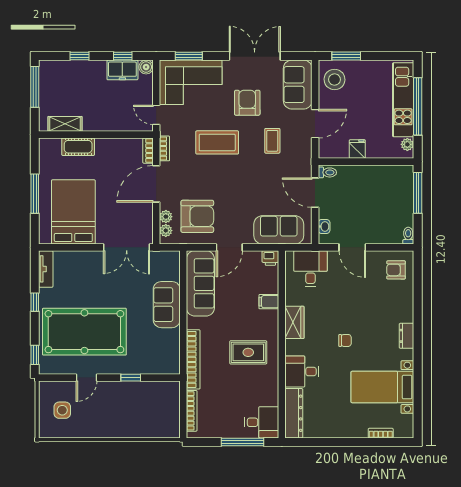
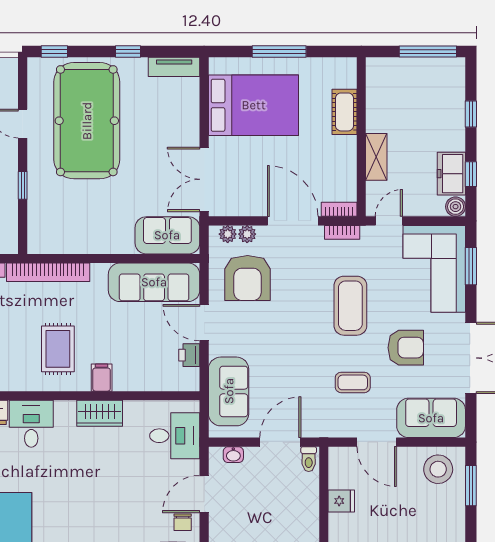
shelving: (65, 124) -> (376, 157), moved
printer: (270, 258) -> (189, 355), moved
filing cabinet: (269, 302) -> (102, 378), moved
sofa: (167, 305) -> (167, 235), moved
chair: (345, 340) -> (183, 522), moved

